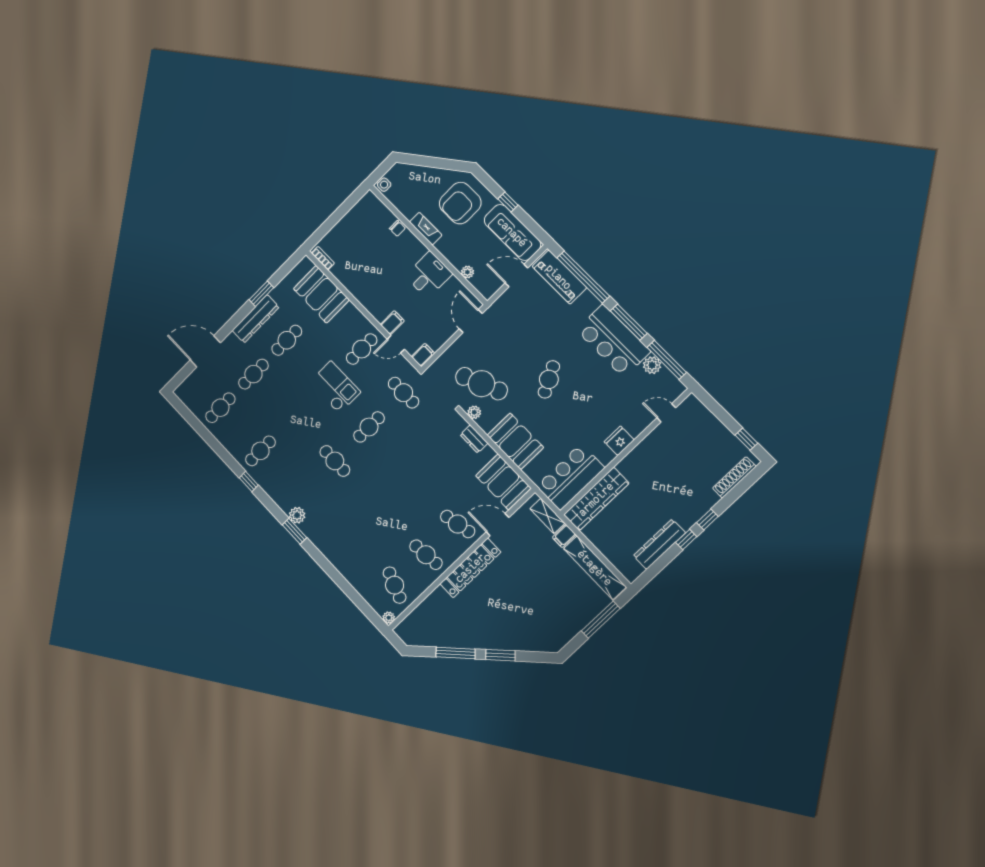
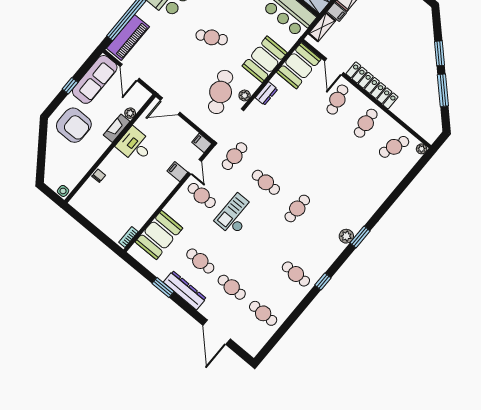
fireplace: (426, 229) -> (117, 128), moved

